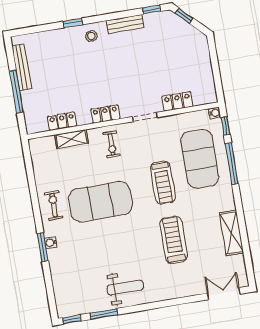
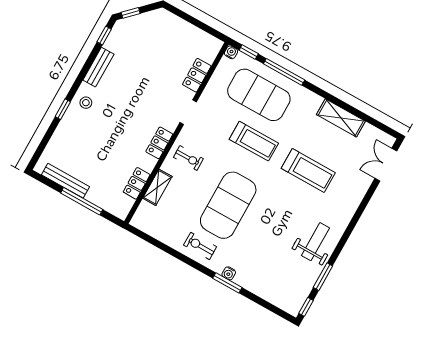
treadmill: (173, 240) -> (308, 170), turned 180

